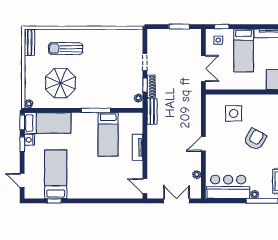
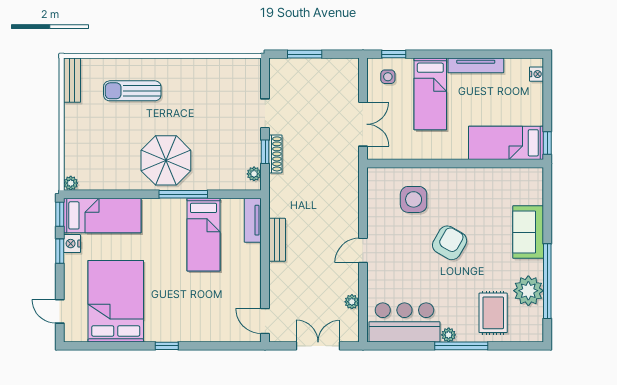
window: (179, 27) -> (305, 54), moved
parasol: (60, 83) -> (166, 160), moved
bench: (152, 111) -> (277, 240), moved
tv unit: (138, 147) -> (253, 220), moved
bed: (56, 174) -> (116, 301), width x1.50
window: (54, 201) -> (167, 346), moved

